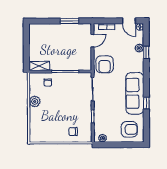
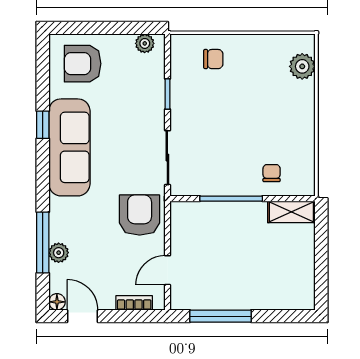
window: (70, 21) -> (221, 316), width x1.44
window: (146, 52) -> (43, 242), width x2.17
plant: (35, 101) -> (302, 66), moved

